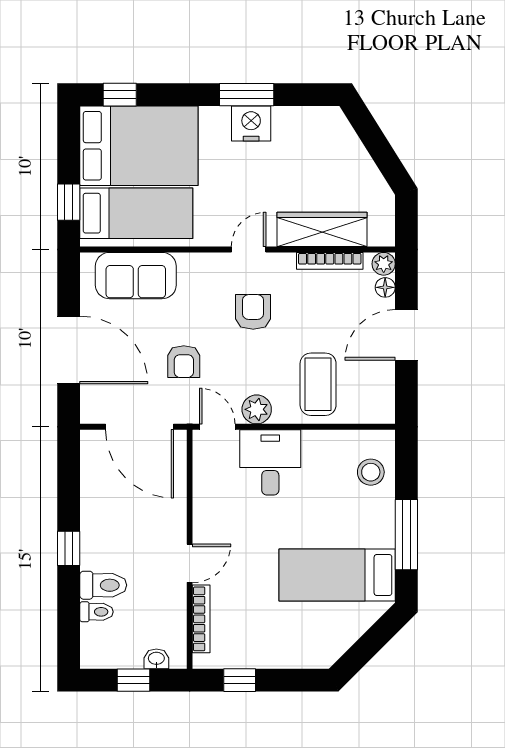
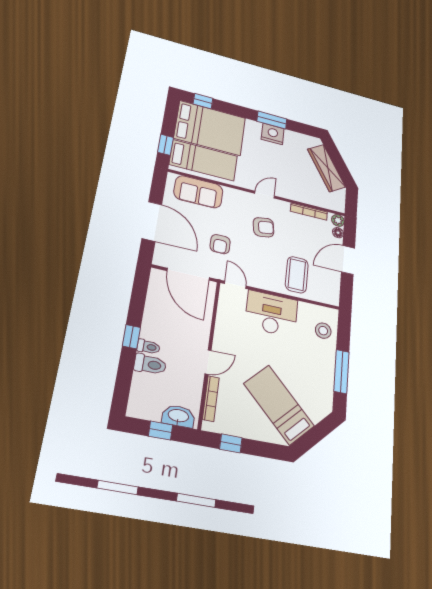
wardrobe: (322, 229) -> (326, 168), moved, turned -122
armchair: (253, 312) -> (264, 227), turned 81
plant: (257, 409) -> (260, 280), removed
desk: (270, 462) -> (271, 314), width x1.37
bed: (337, 575) -> (279, 405), moved, turned 45
toilet: (96, 612) -> (149, 347), moved
washbasin: (156, 659) -> (178, 416), width x1.91, depth x1.45

